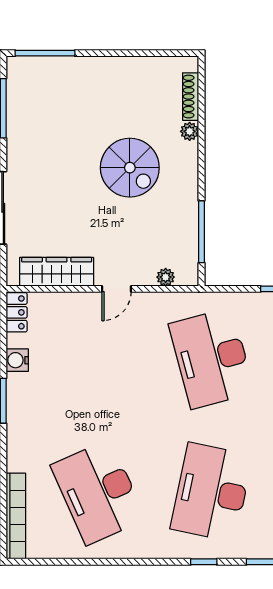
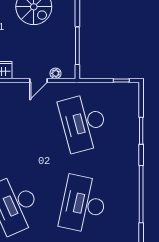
door: (117, 289) -> (39, 80), moved

